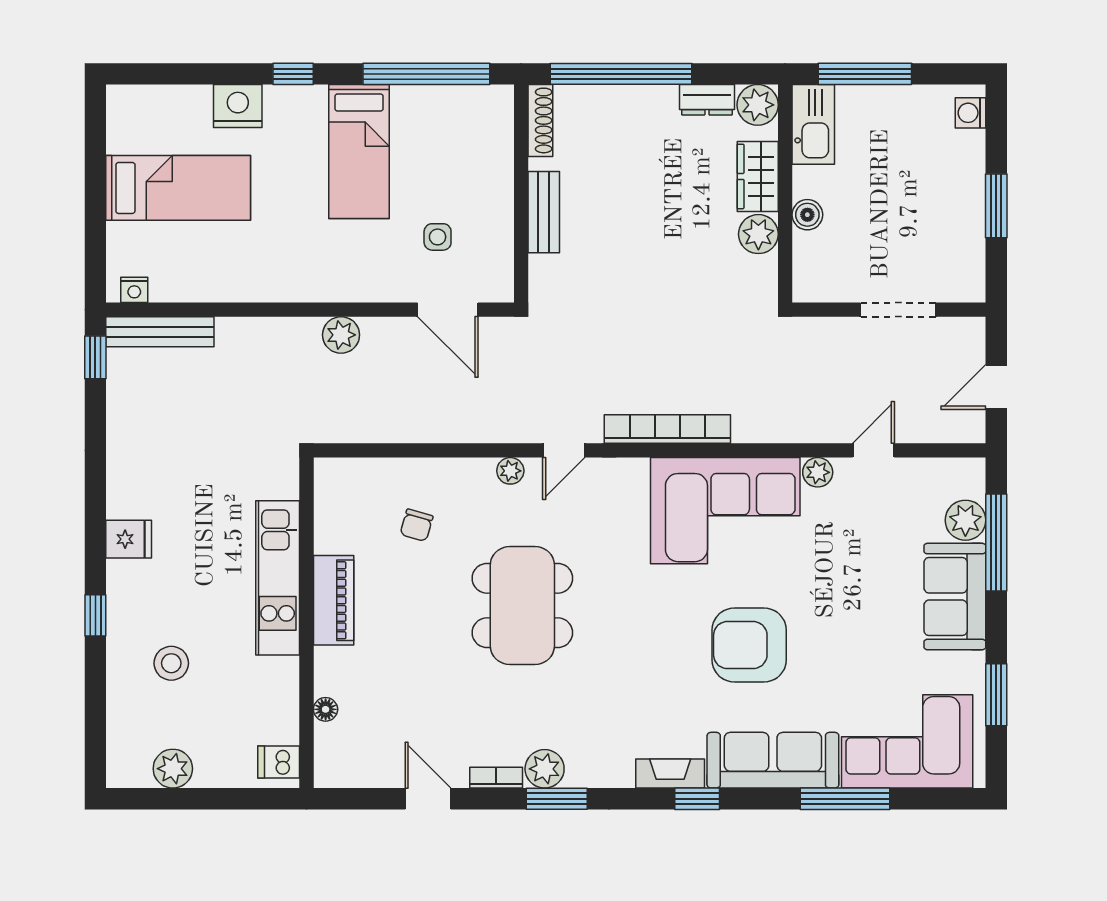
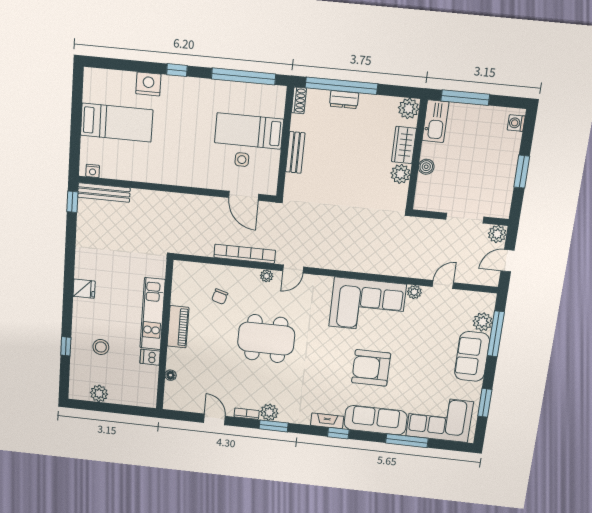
dresser: (707, 100) -> (344, 100), moved
shoe rack: (540, 120) -> (299, 100), width x0.70
bed: (359, 152) -> (249, 131), moved, turned 90
plant: (341, 335) -> (497, 234), moved
bookcase: (667, 429) -> (245, 254), moved
dining table: (522, 605) -> (266, 339), turned 90
window: (95, 615) -> (66, 346), moved
dishwasher: (279, 762) -> (150, 357), moved

